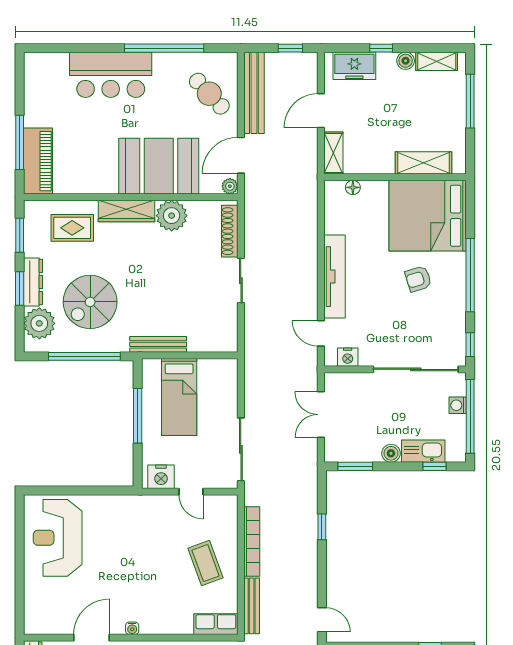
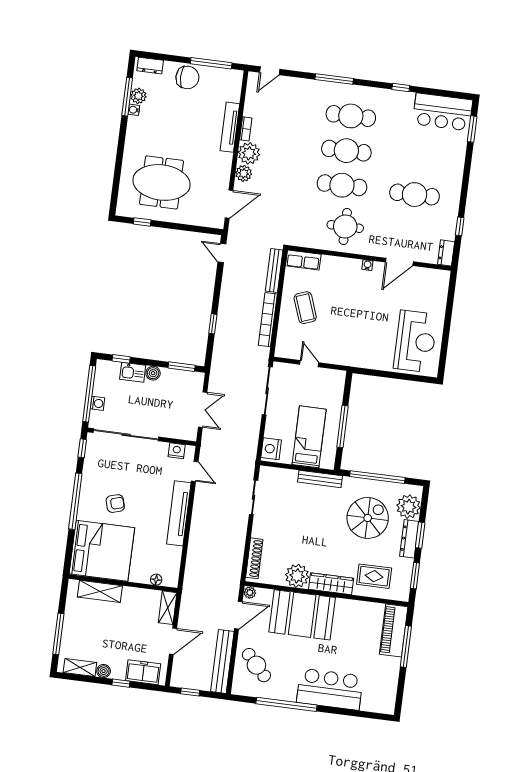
sliding door: (241, 281) -> (254, 497), moved
kitchen sink: (423, 451) -> (133, 372), width x0.73
nightstand: (161, 477) -> (271, 449), moved, turned -90

